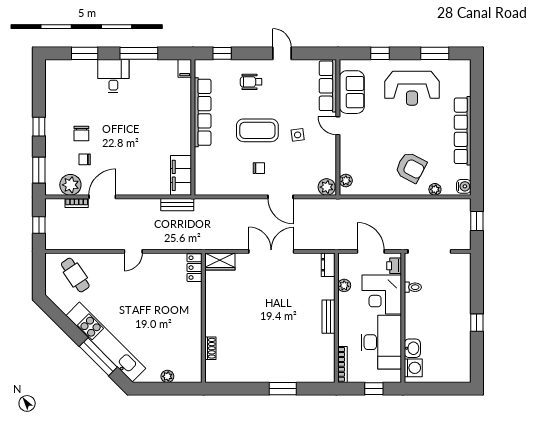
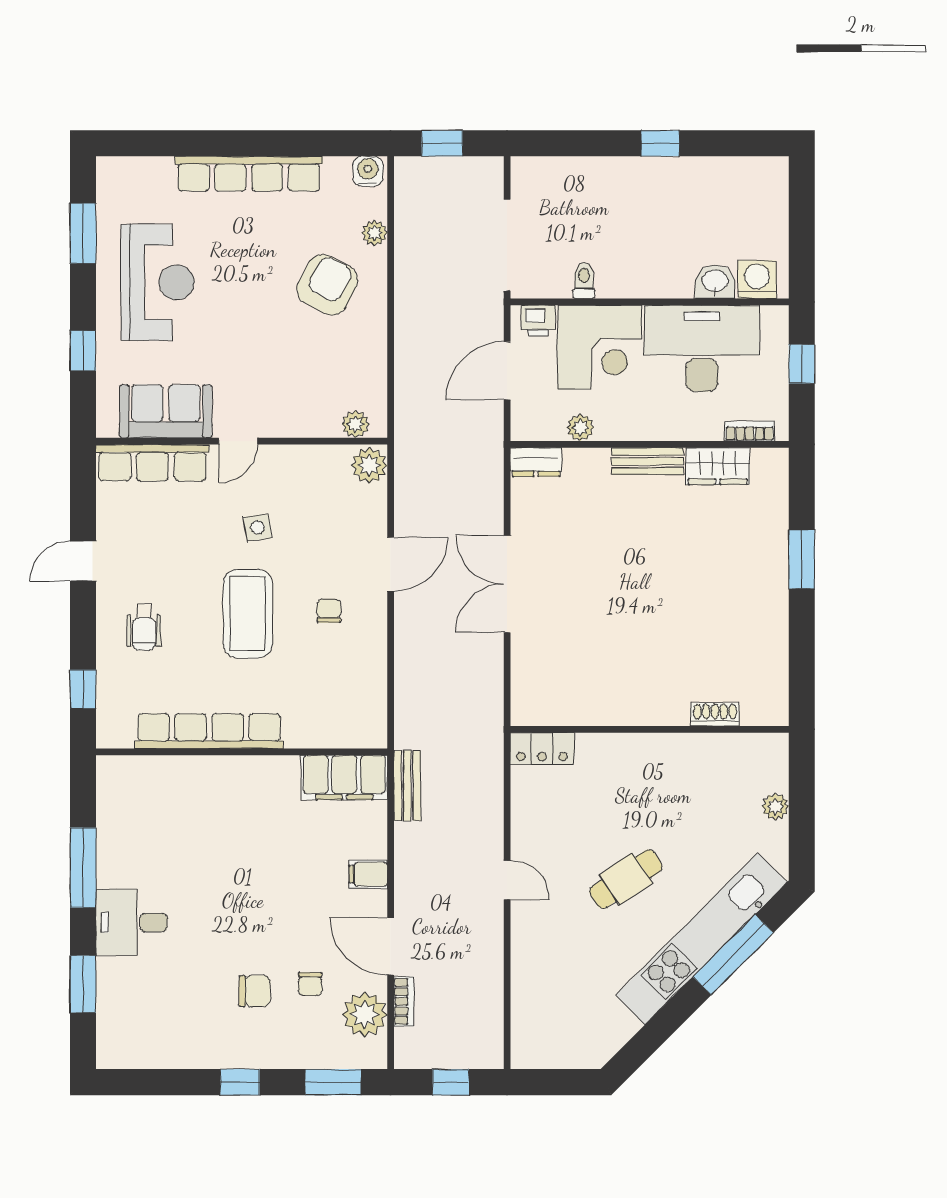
filing cabinet: (185, 68) -> (368, 874), moved, turned 180
wardrobe: (220, 261) -> (718, 466), moved, turned 90
cafe table: (75, 275) -> (626, 879), moved
bookcase: (343, 364) -> (750, 431), width x0.64

